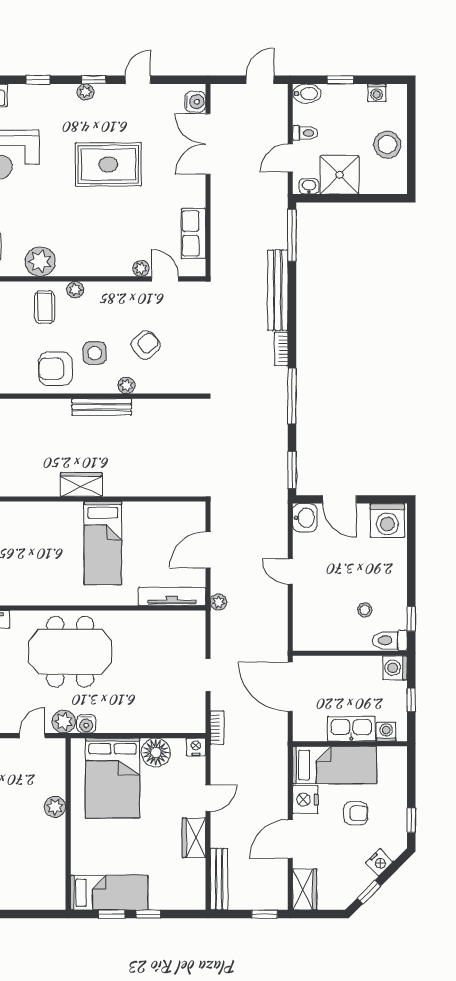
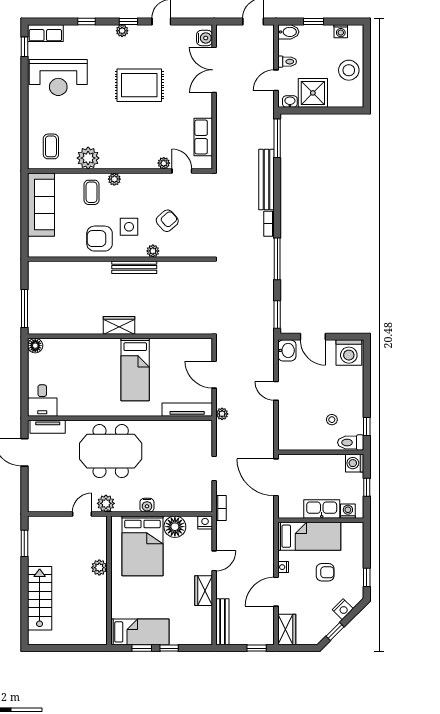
door: (208, 550) -> (214, 375), hinge flipped
water cooler: (86, 724) -> (147, 505), moved
nightstand: (305, 800) -> (283, 567), width x0.53, depth x0.56

